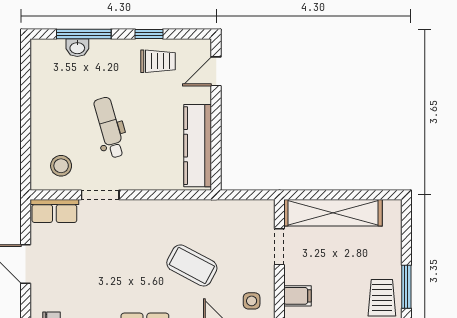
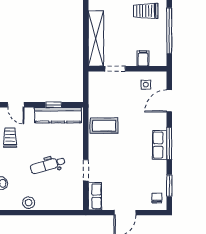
window: (216, 138) -> (54, 105), added
stool: (61, 166) -> (29, 203), moved
coffee table: (192, 265) -> (104, 126), moved, turned 62

